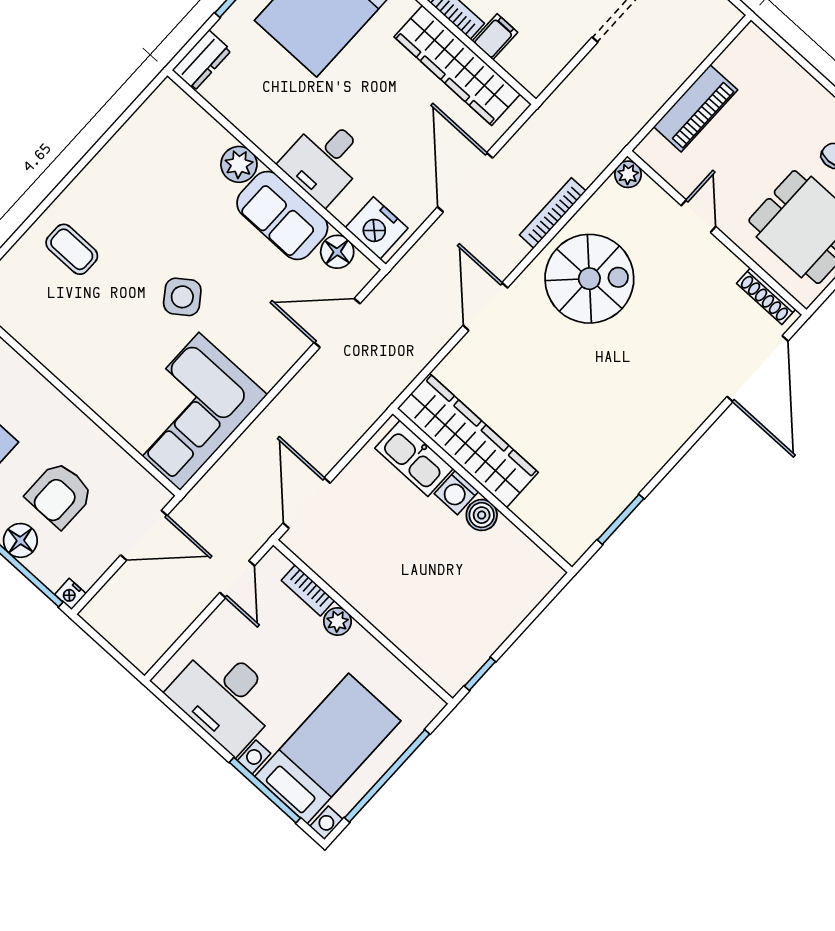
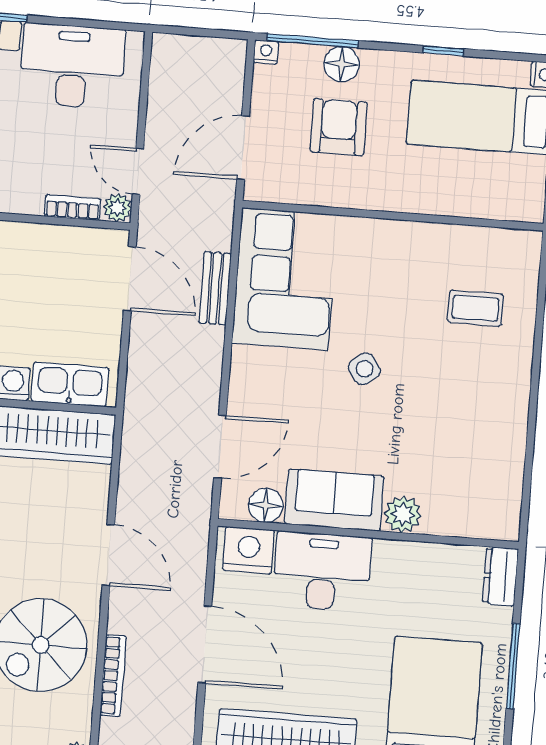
desk: (324, 160) -> (322, 571), width x1.37
coffee table: (72, 249) -> (475, 308), moved
side table: (182, 297) -> (364, 369), width x0.73, depth x0.73
bench: (248, 446) -> (215, 288), added
plant: (337, 621) -> (117, 208), moved

